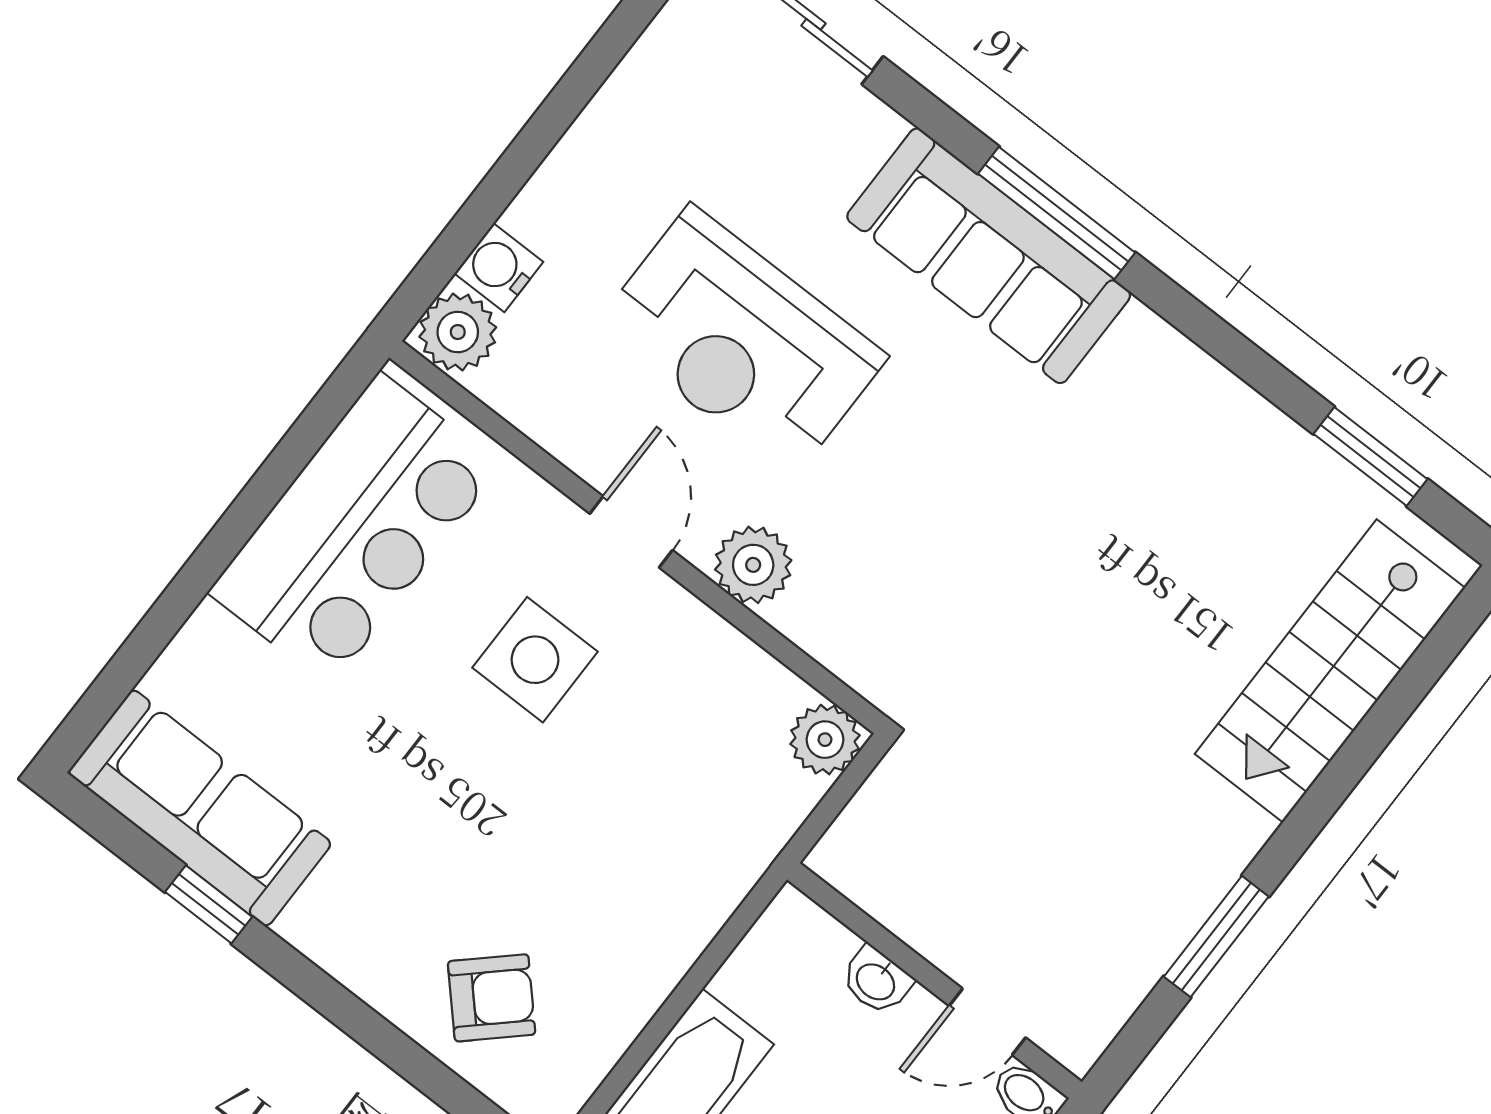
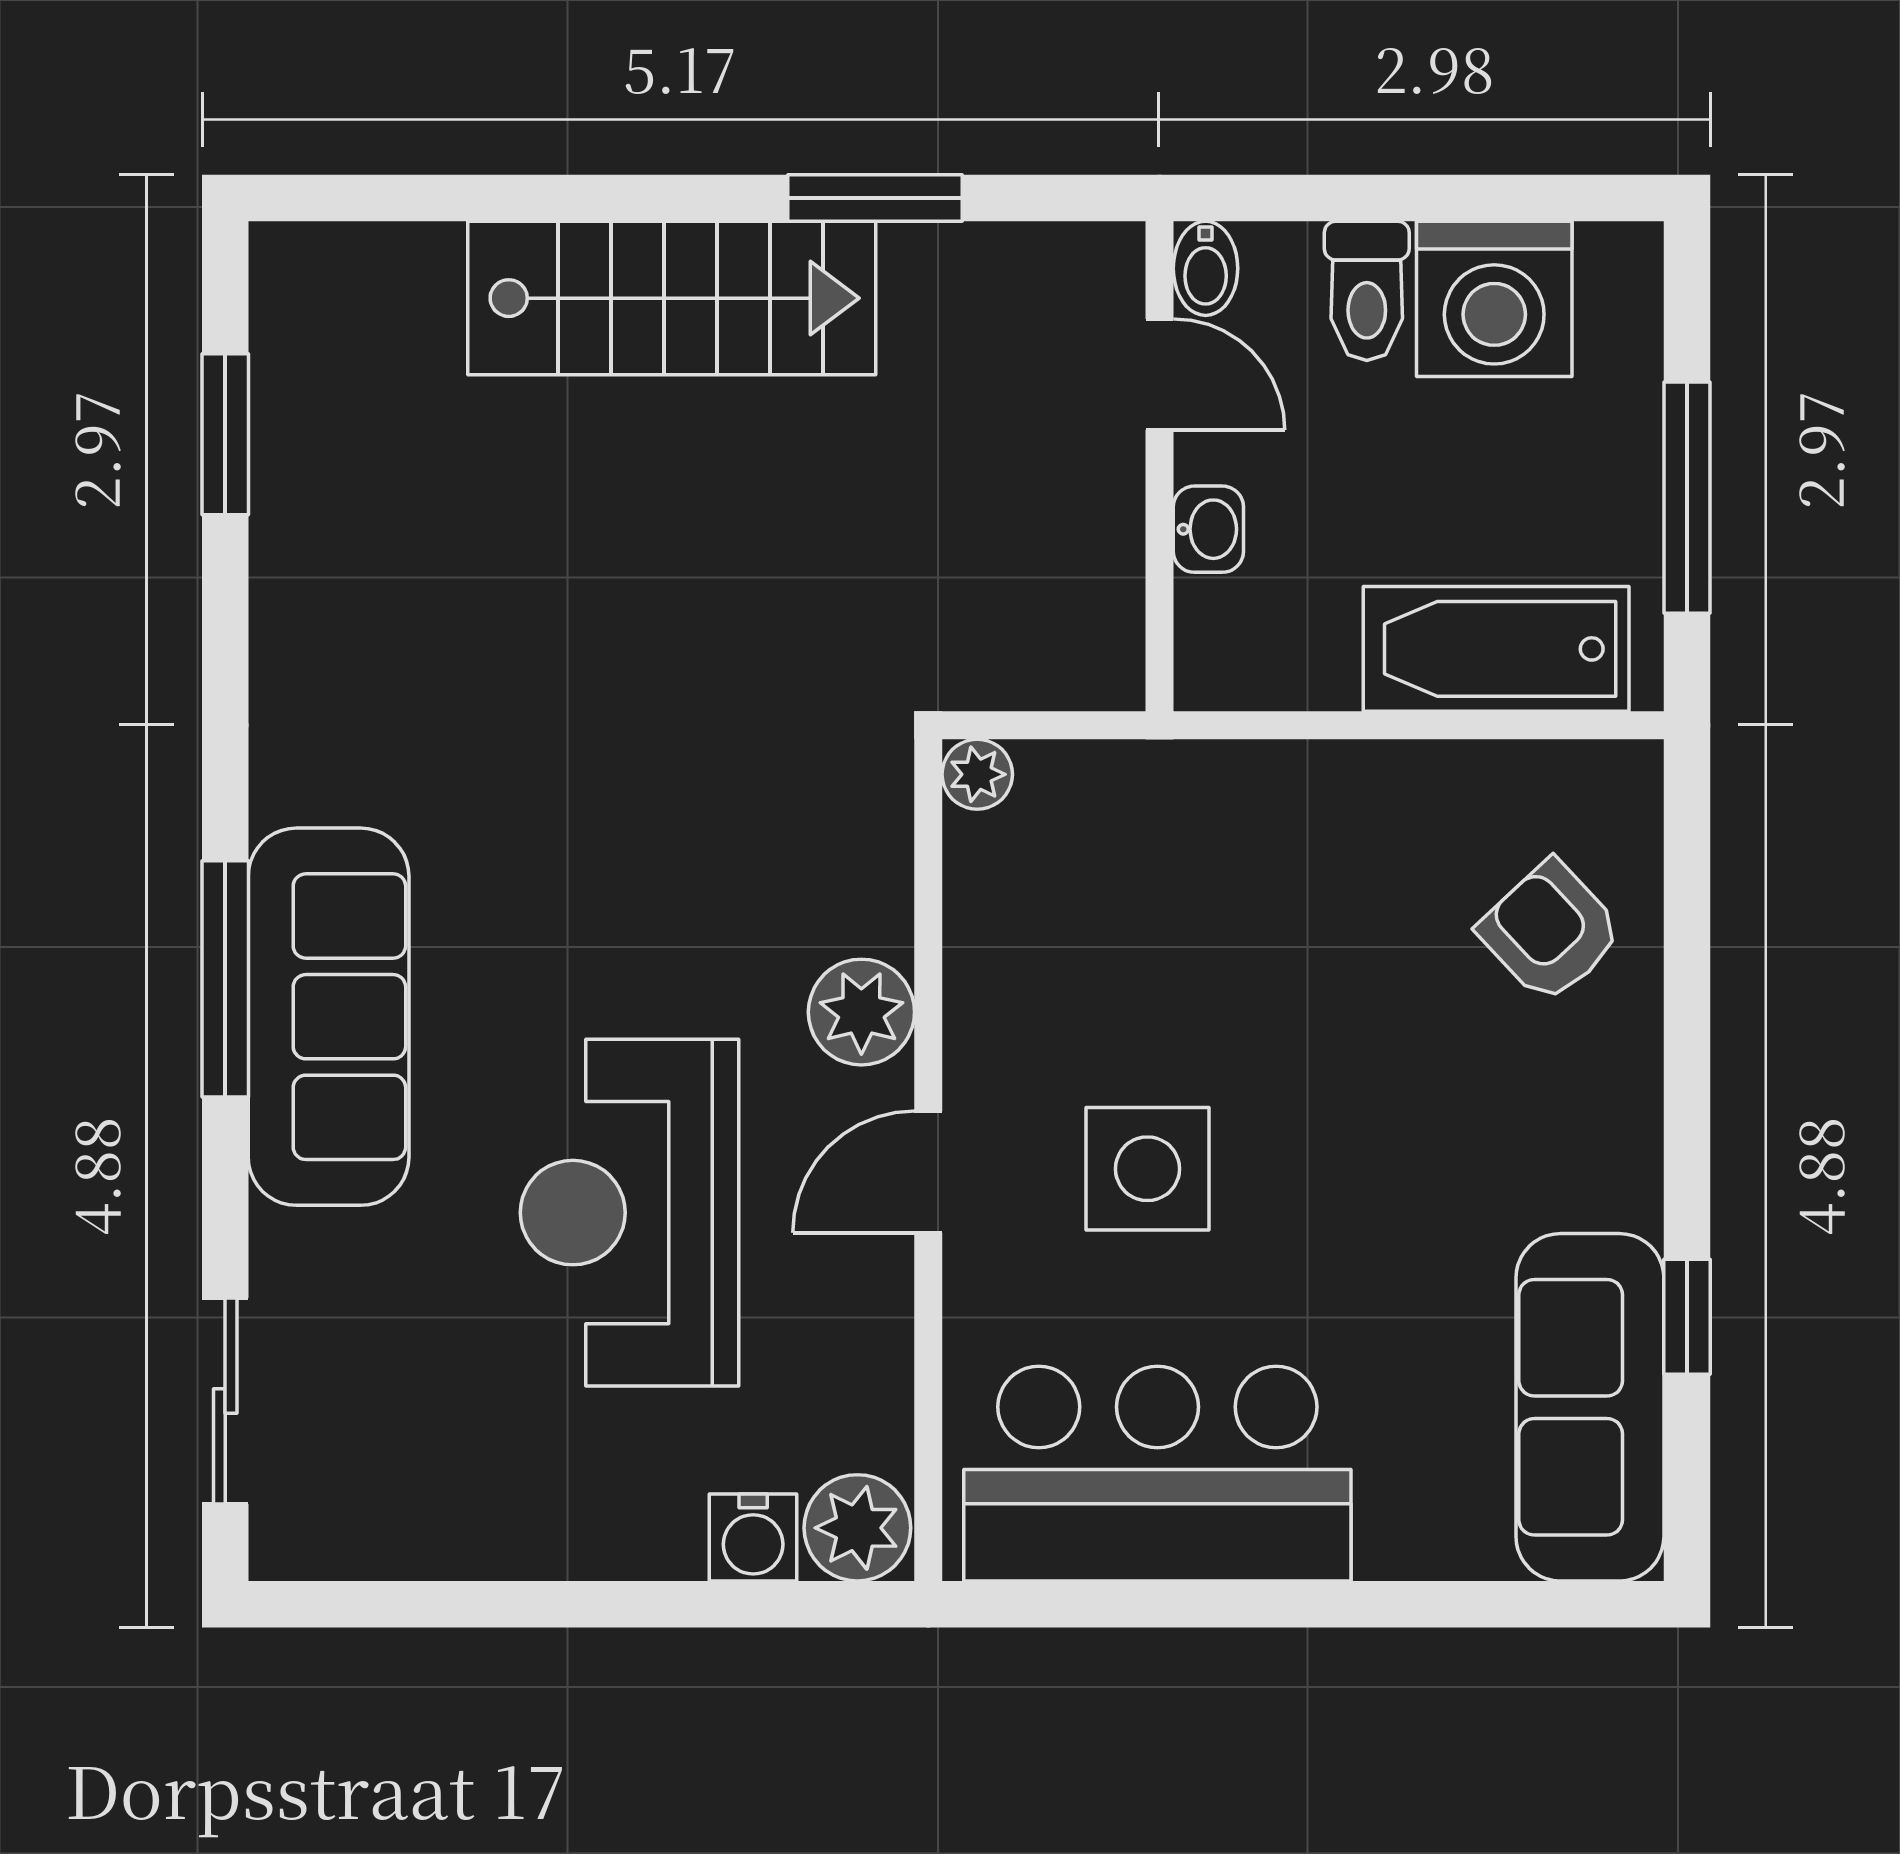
reception desk: (741, 342) -> (630, 1213), turned 180
stairs: (1330, 671) -> (672, 298), moved
plant: (825, 740) -> (977, 774), width x0.73, depth x0.73

